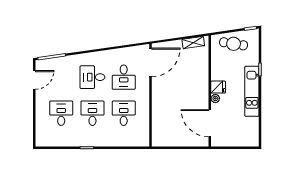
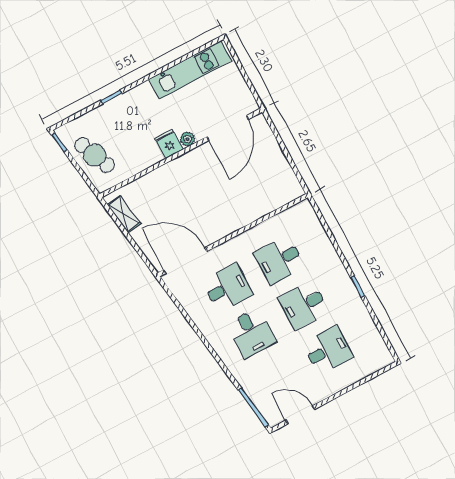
cafe table: (234, 44) -> (95, 155), turned -32
kitchen unit: (252, 91) -> (190, 70), moved
desk: (61, 113) -> (328, 350), turned 180

